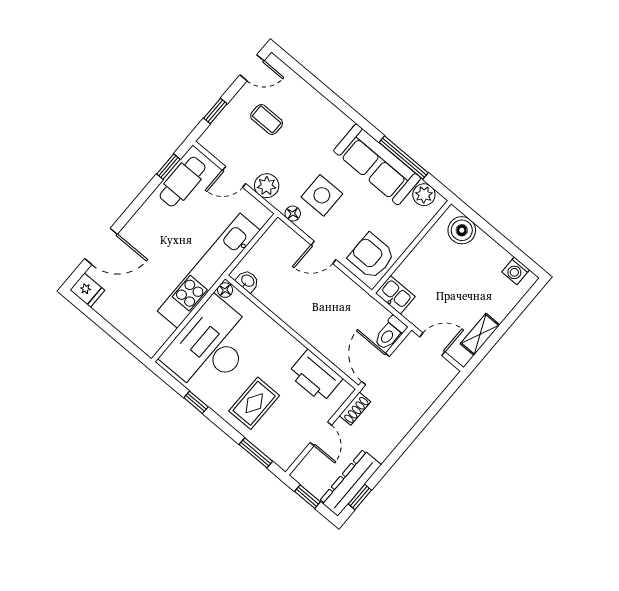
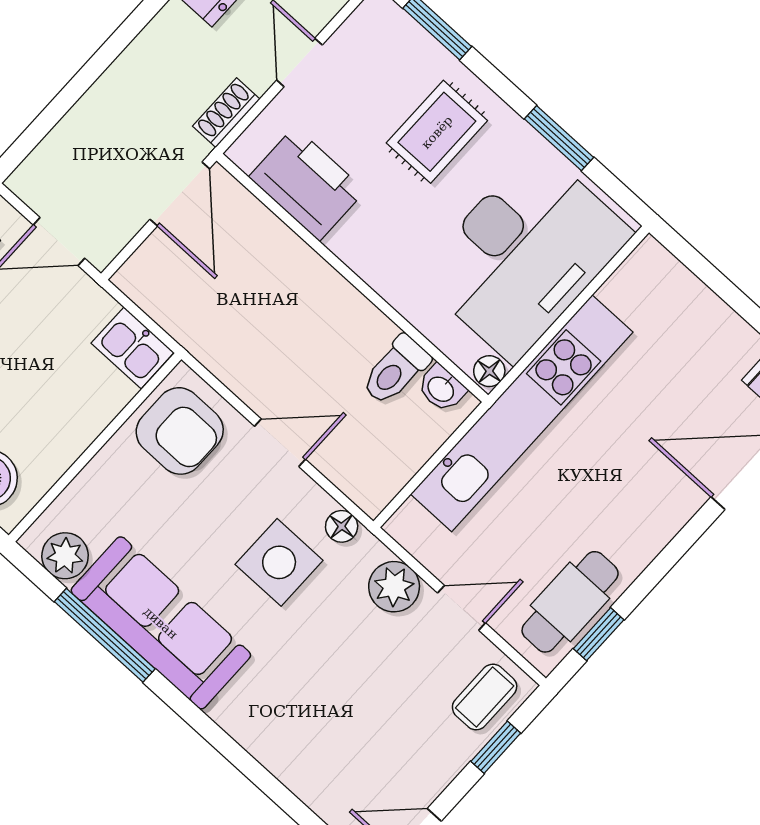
coffee table: (267, 119) -> (485, 697), moved, turned 90
toilet: (390, 333) -> (396, 370), moved, turned 180
window: (196, 402) -> (559, 138), width x1.50

